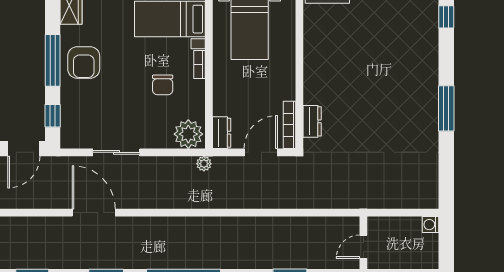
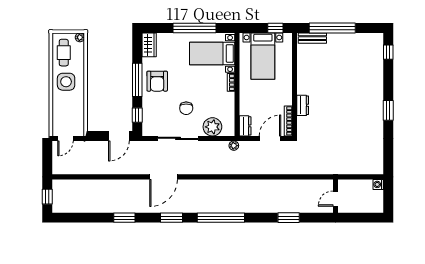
chair: (163, 85) -> (186, 108), moved
window: (446, 108) -> (388, 110), width x0.69
dresser: (312, 121) -> (303, 105), moved
plant: (188, 134) -> (212, 127), moved
sliding door: (116, 152) -> (178, 138), width x1.37
door: (94, 213) -> (164, 177), swing flipped

